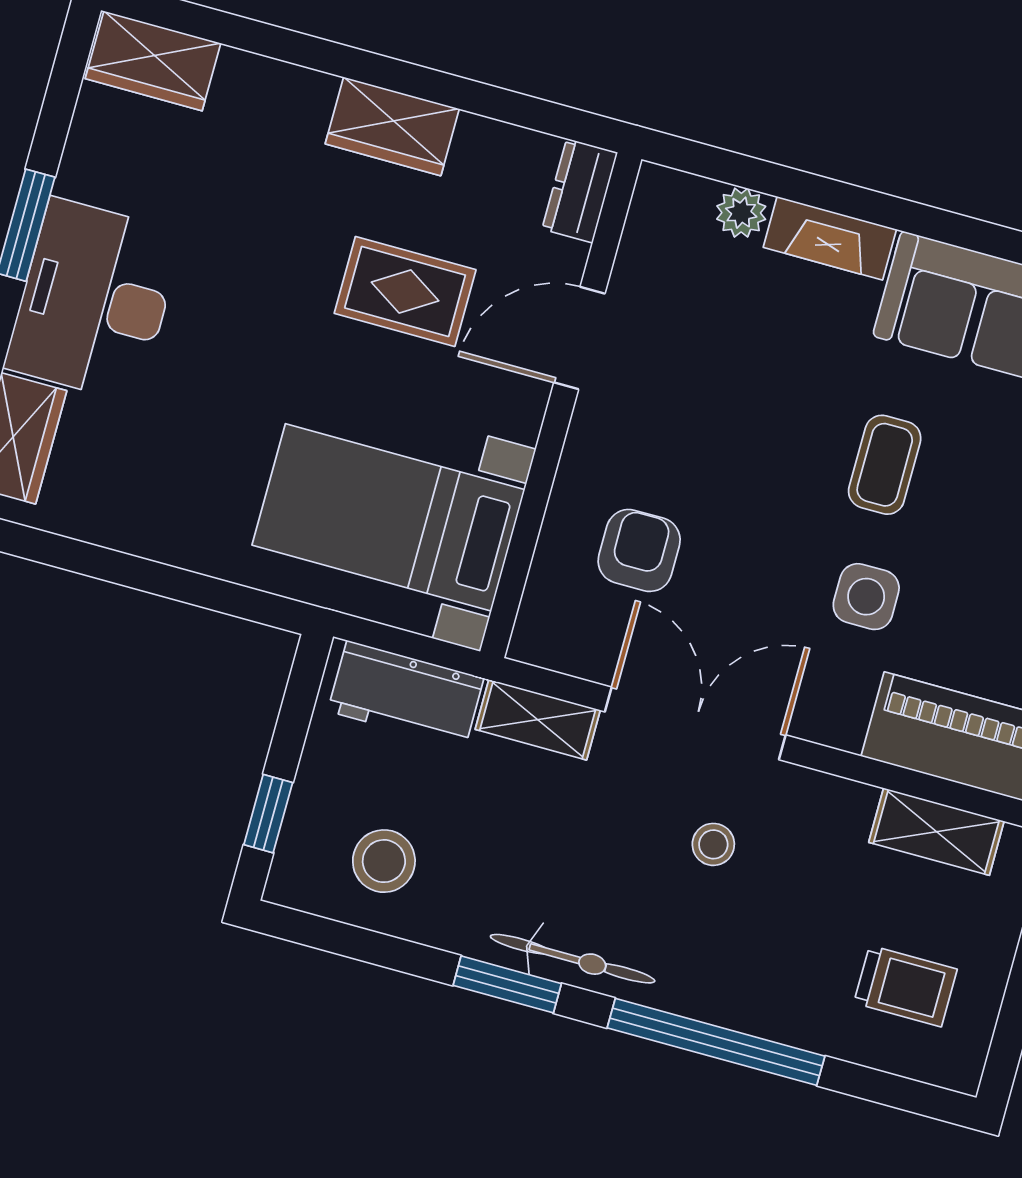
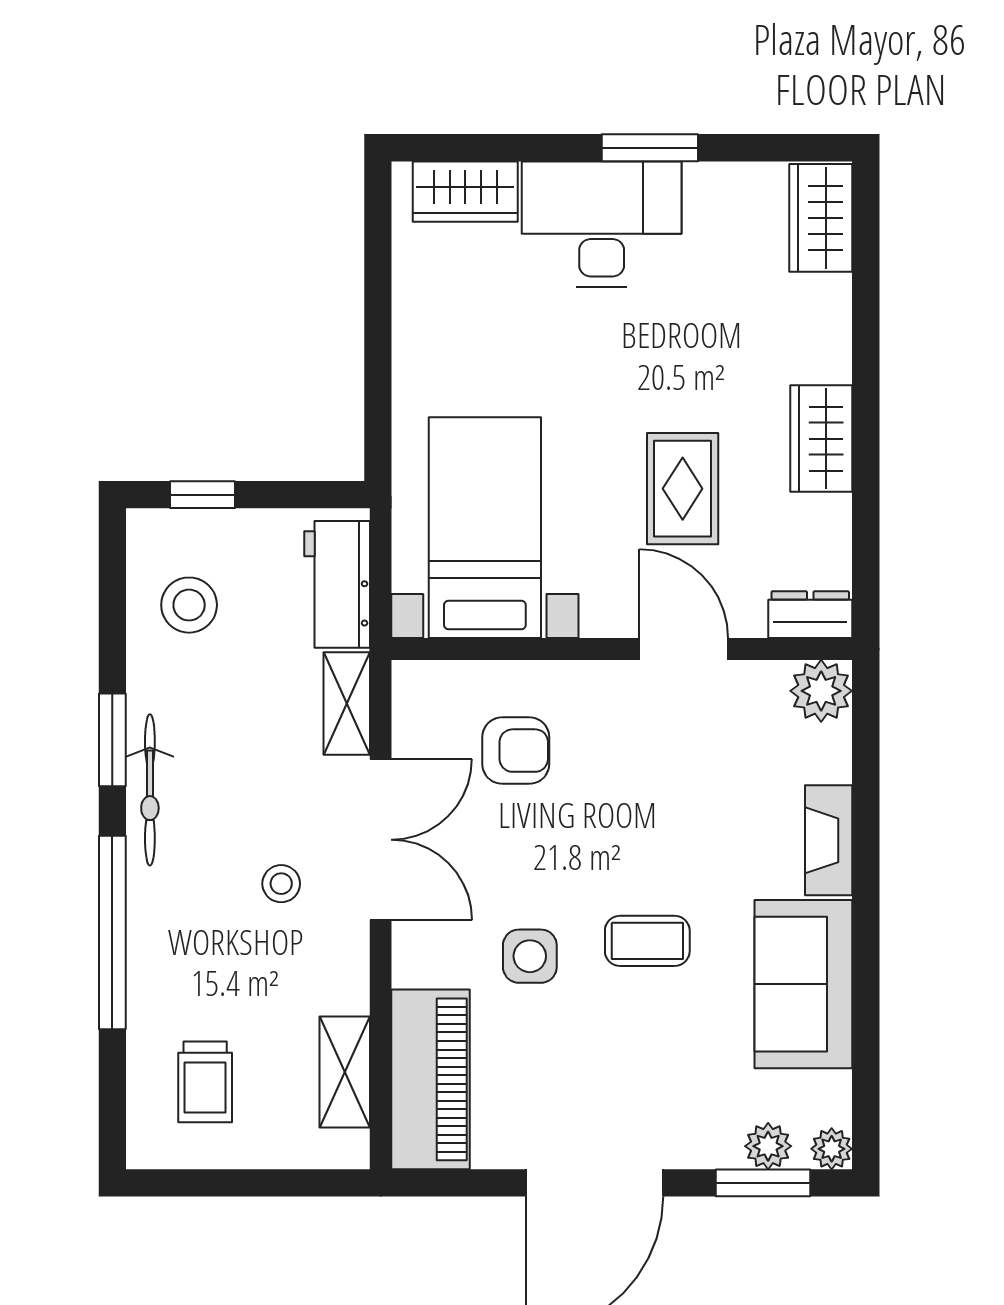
plant: (741, 213) -> (821, 691), moved, width x1.38, depth x1.38

